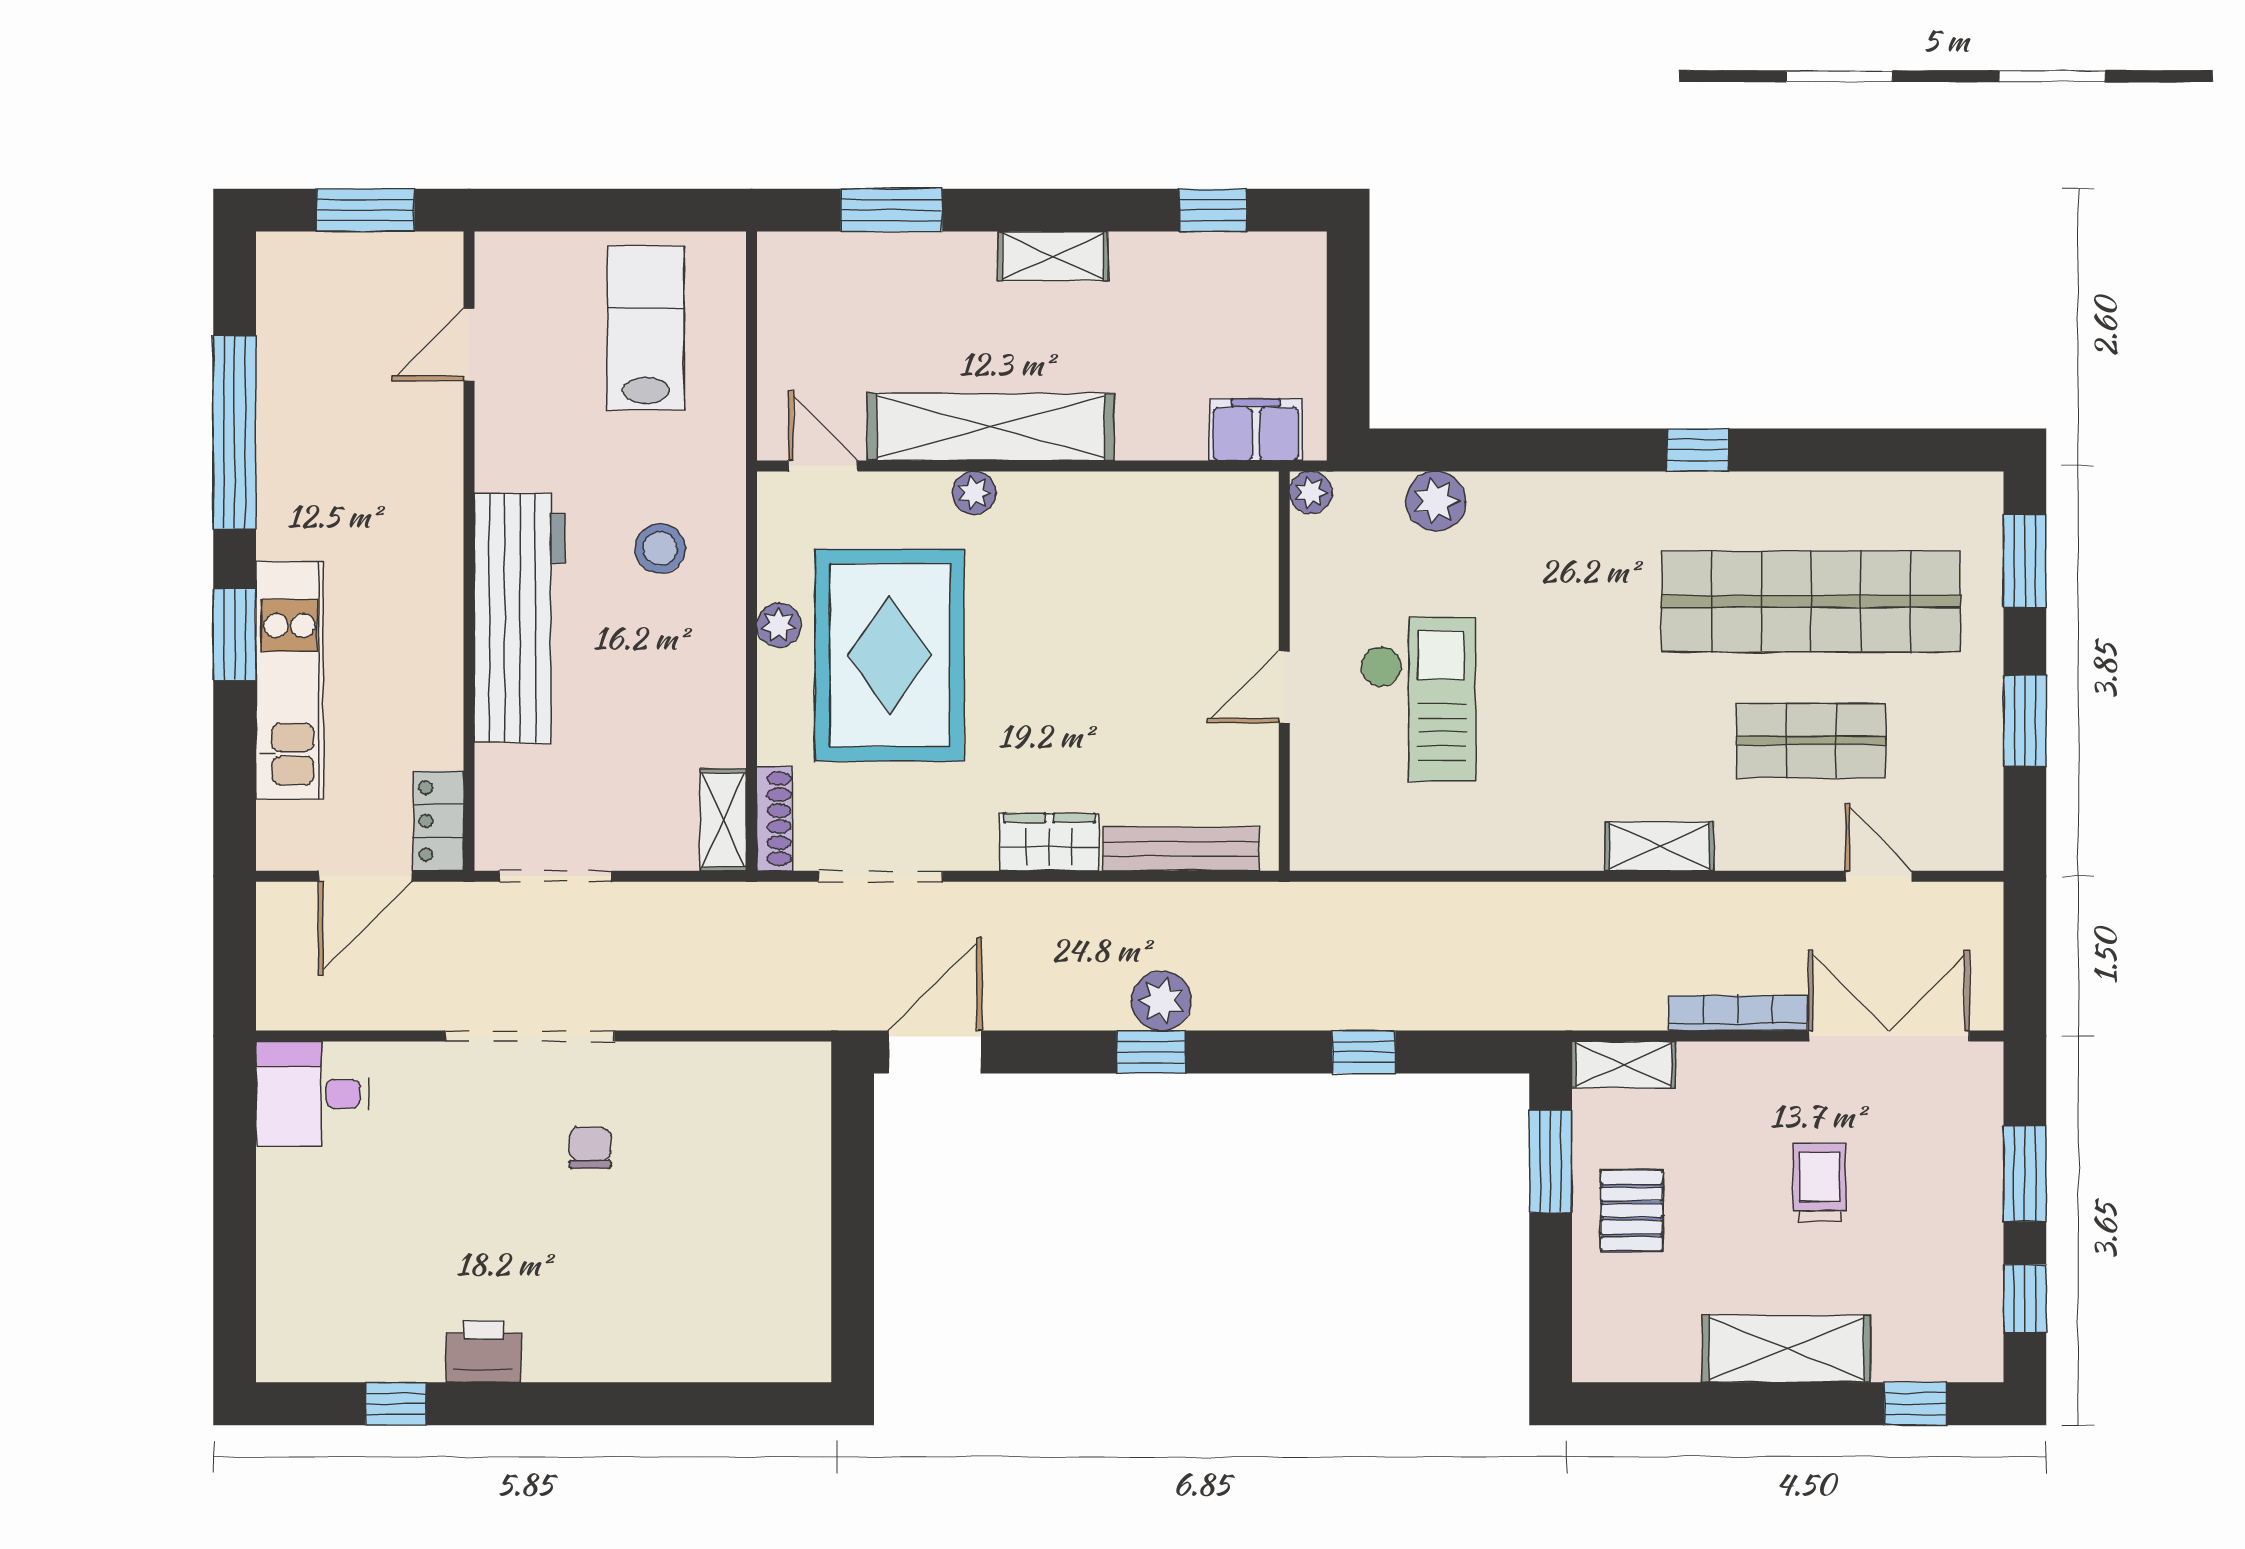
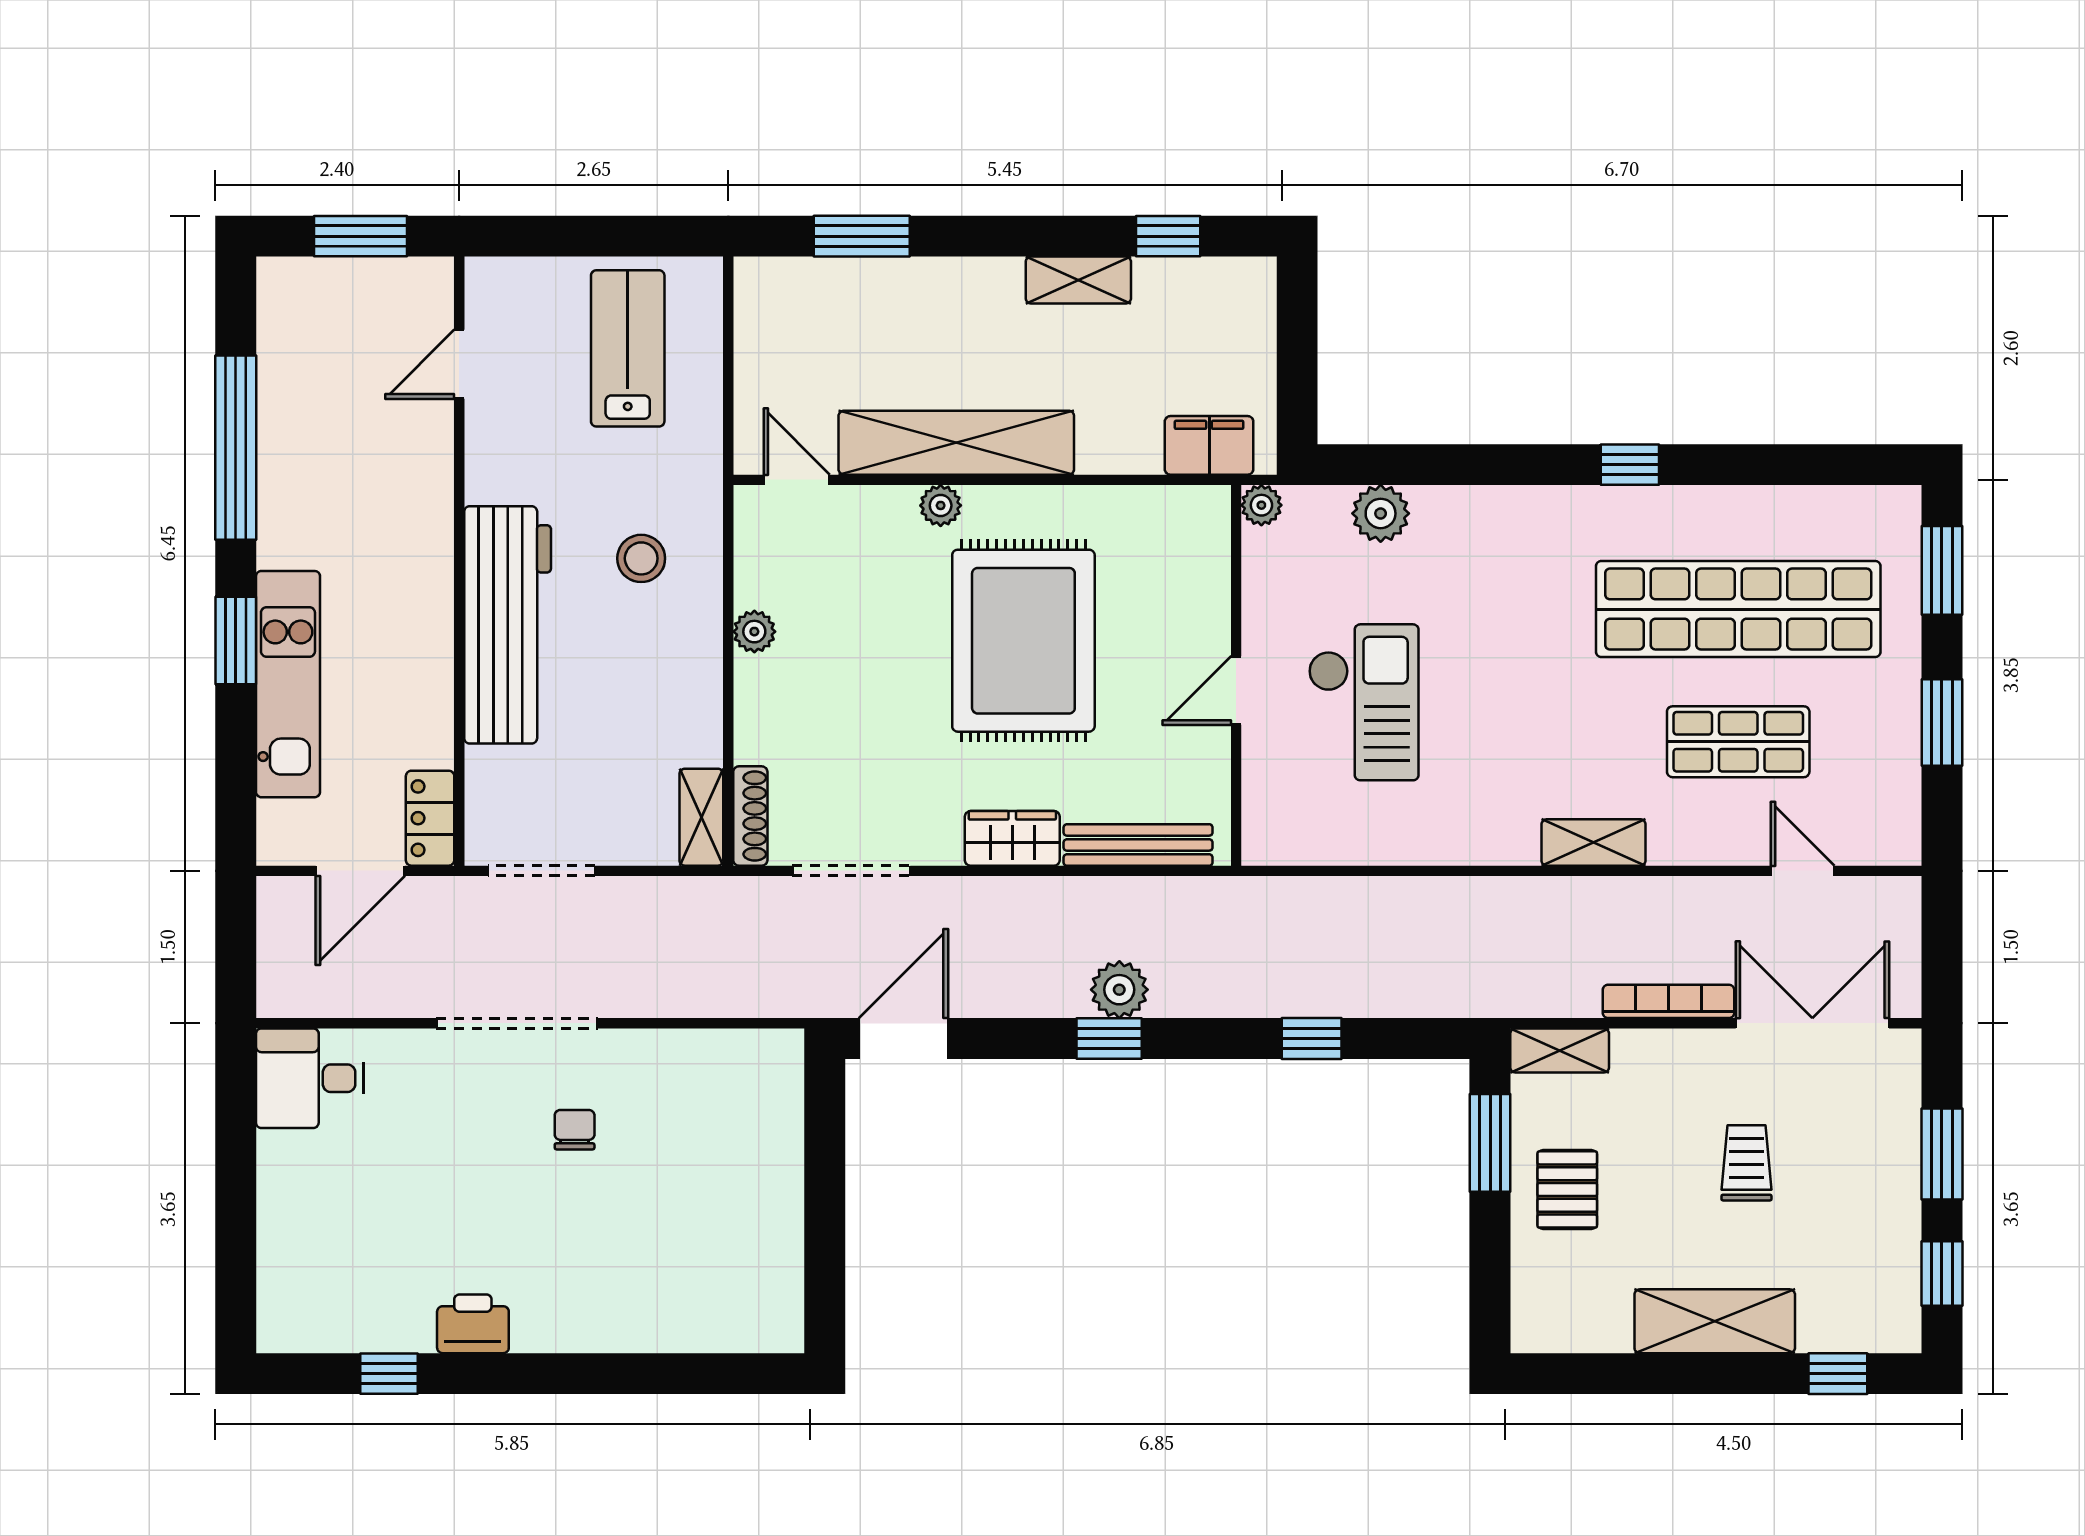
shelving: (1053, 256) -> (1078, 280), moved
rug: (890, 655) -> (1023, 641), moved

